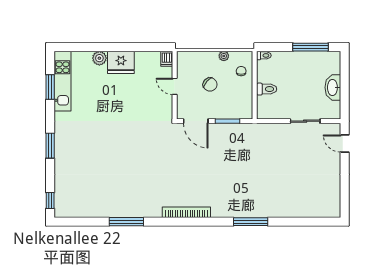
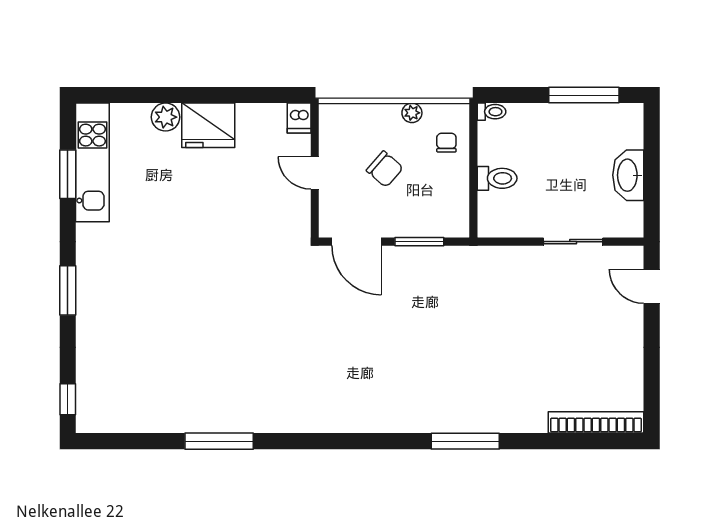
bookcase: (186, 212) -> (596, 422), moved

